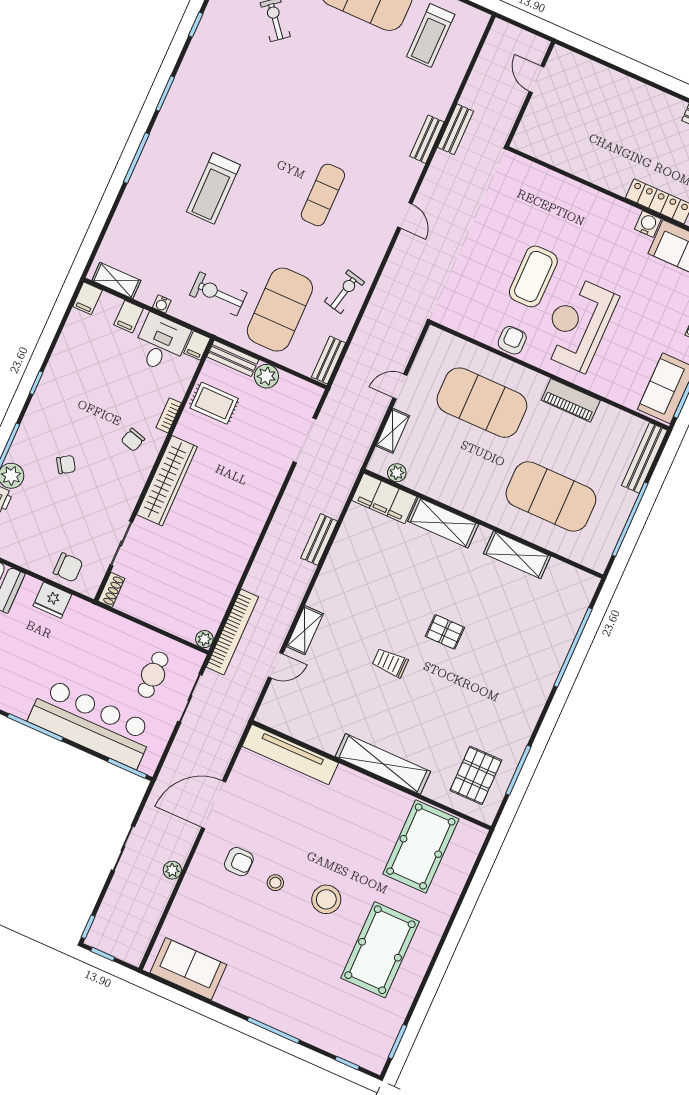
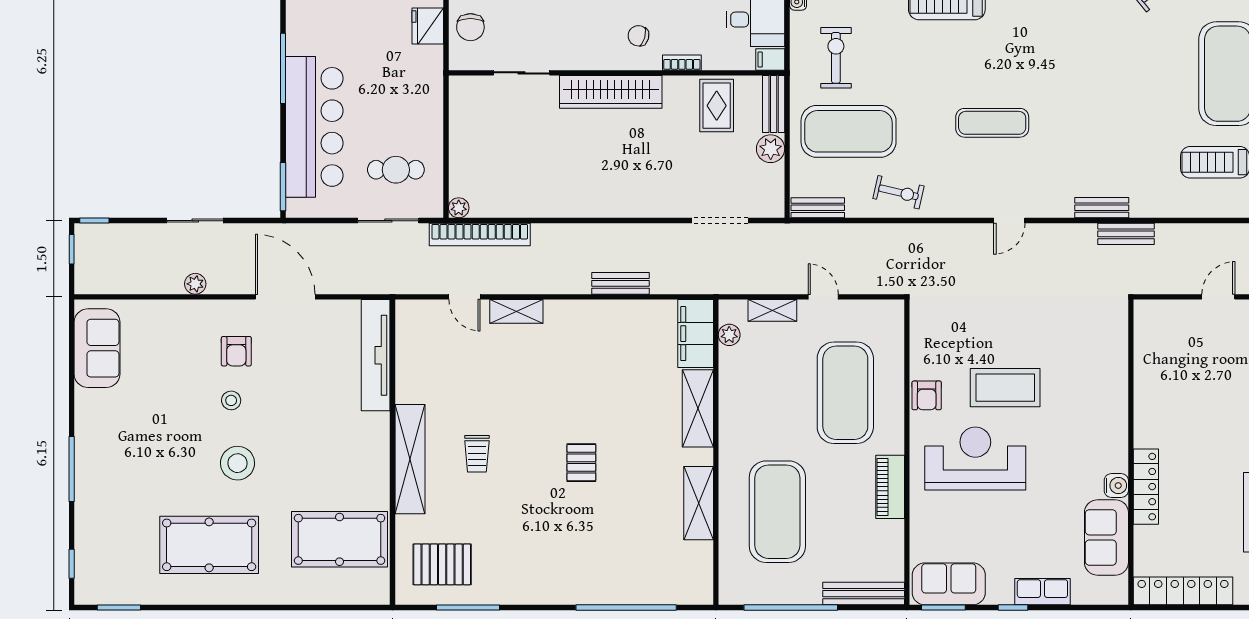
armchair: (512, 340) -> (927, 395), turned 90
shoe rack: (111, 590) -> (467, 84), removed
trolley: (390, 663) -> (477, 454), moved, turned 180

